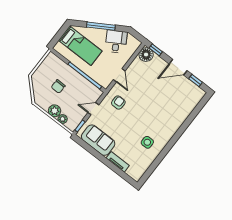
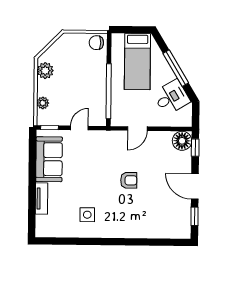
chair: (58, 86) -> (96, 43), moved
armchair: (118, 103) -> (129, 180), moved
door: (93, 109) -> (79, 128), hinge flipped
plant: (55, 111) -> (45, 71), moved

